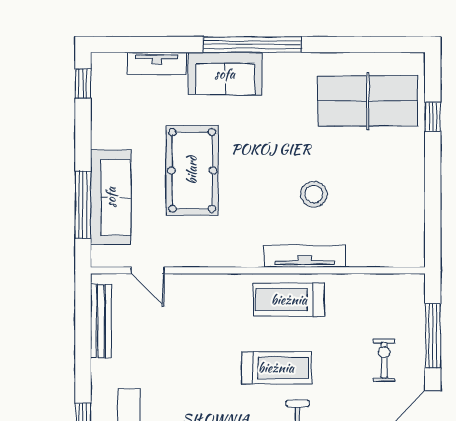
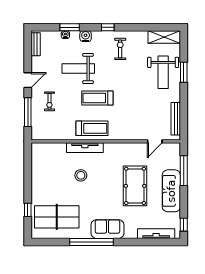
window: (252, 45) -> (91, 242), moved
tv unit: (157, 63) -> (156, 234), width x1.41
sofa: (225, 74) -> (107, 229), moved
sofa: (111, 197) -> (171, 191), moved
door: (148, 270) -> (155, 141), swing flipped

